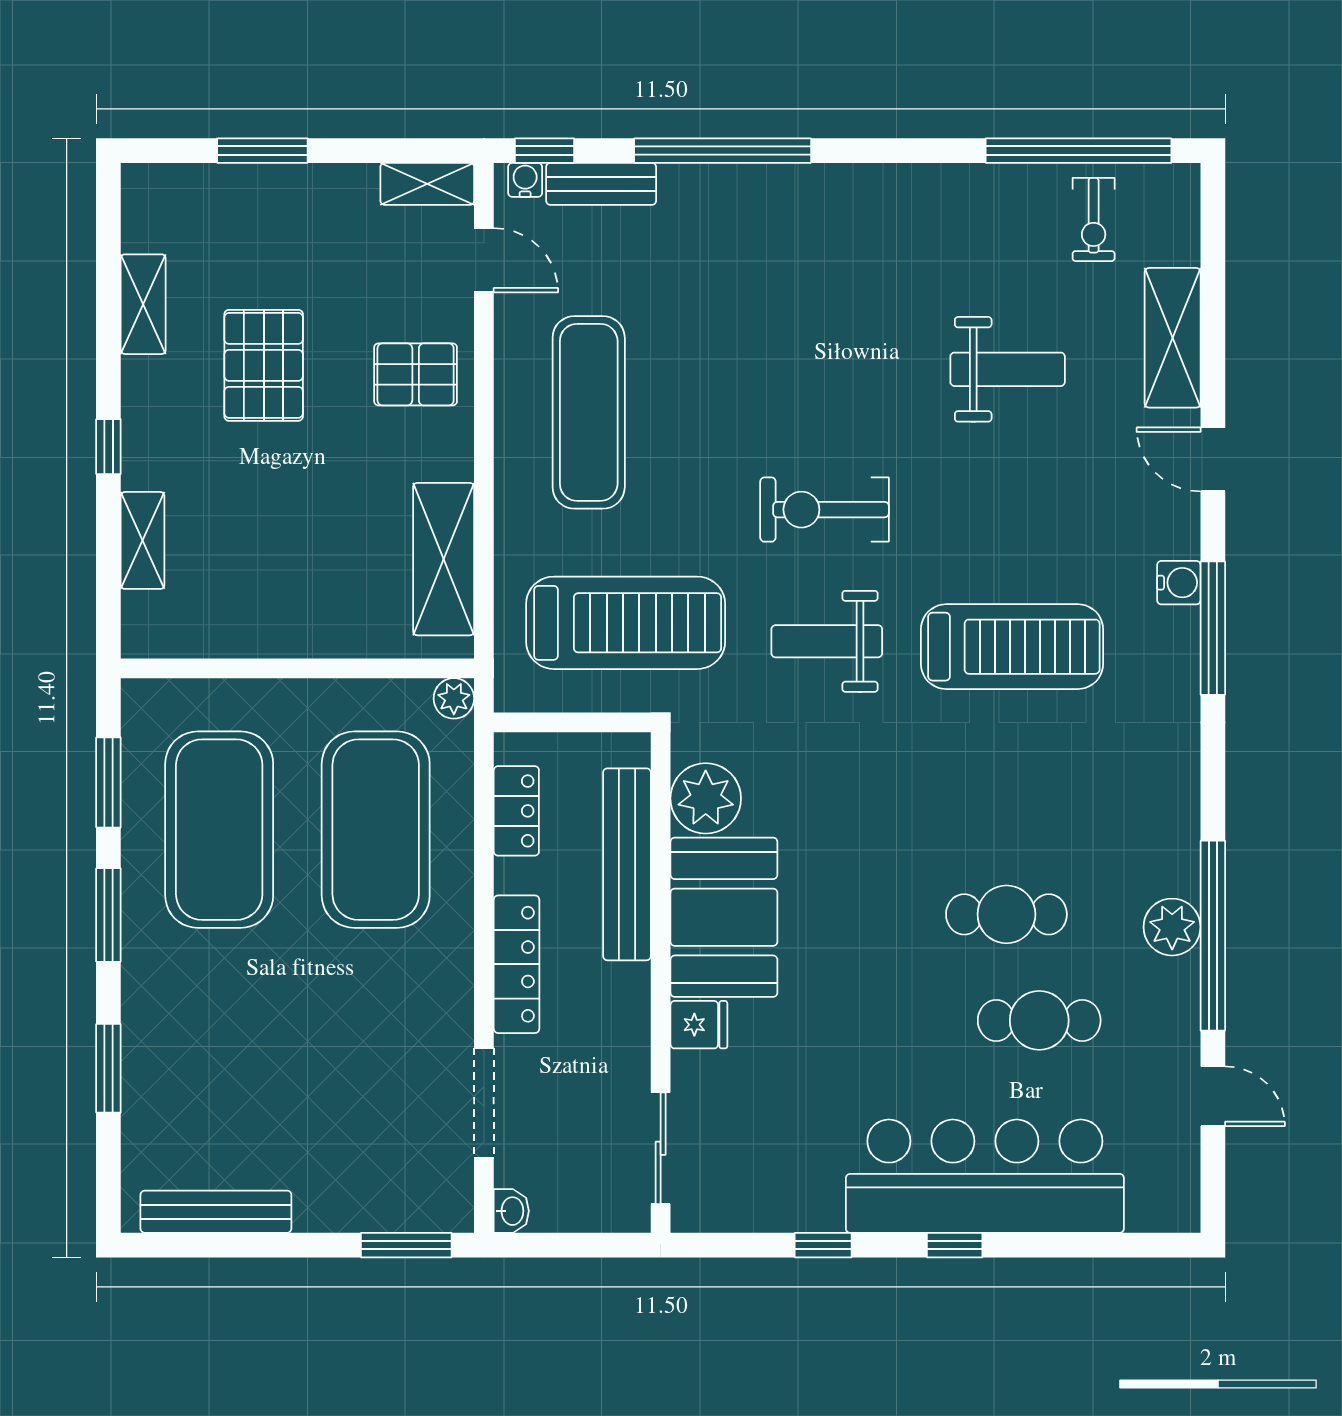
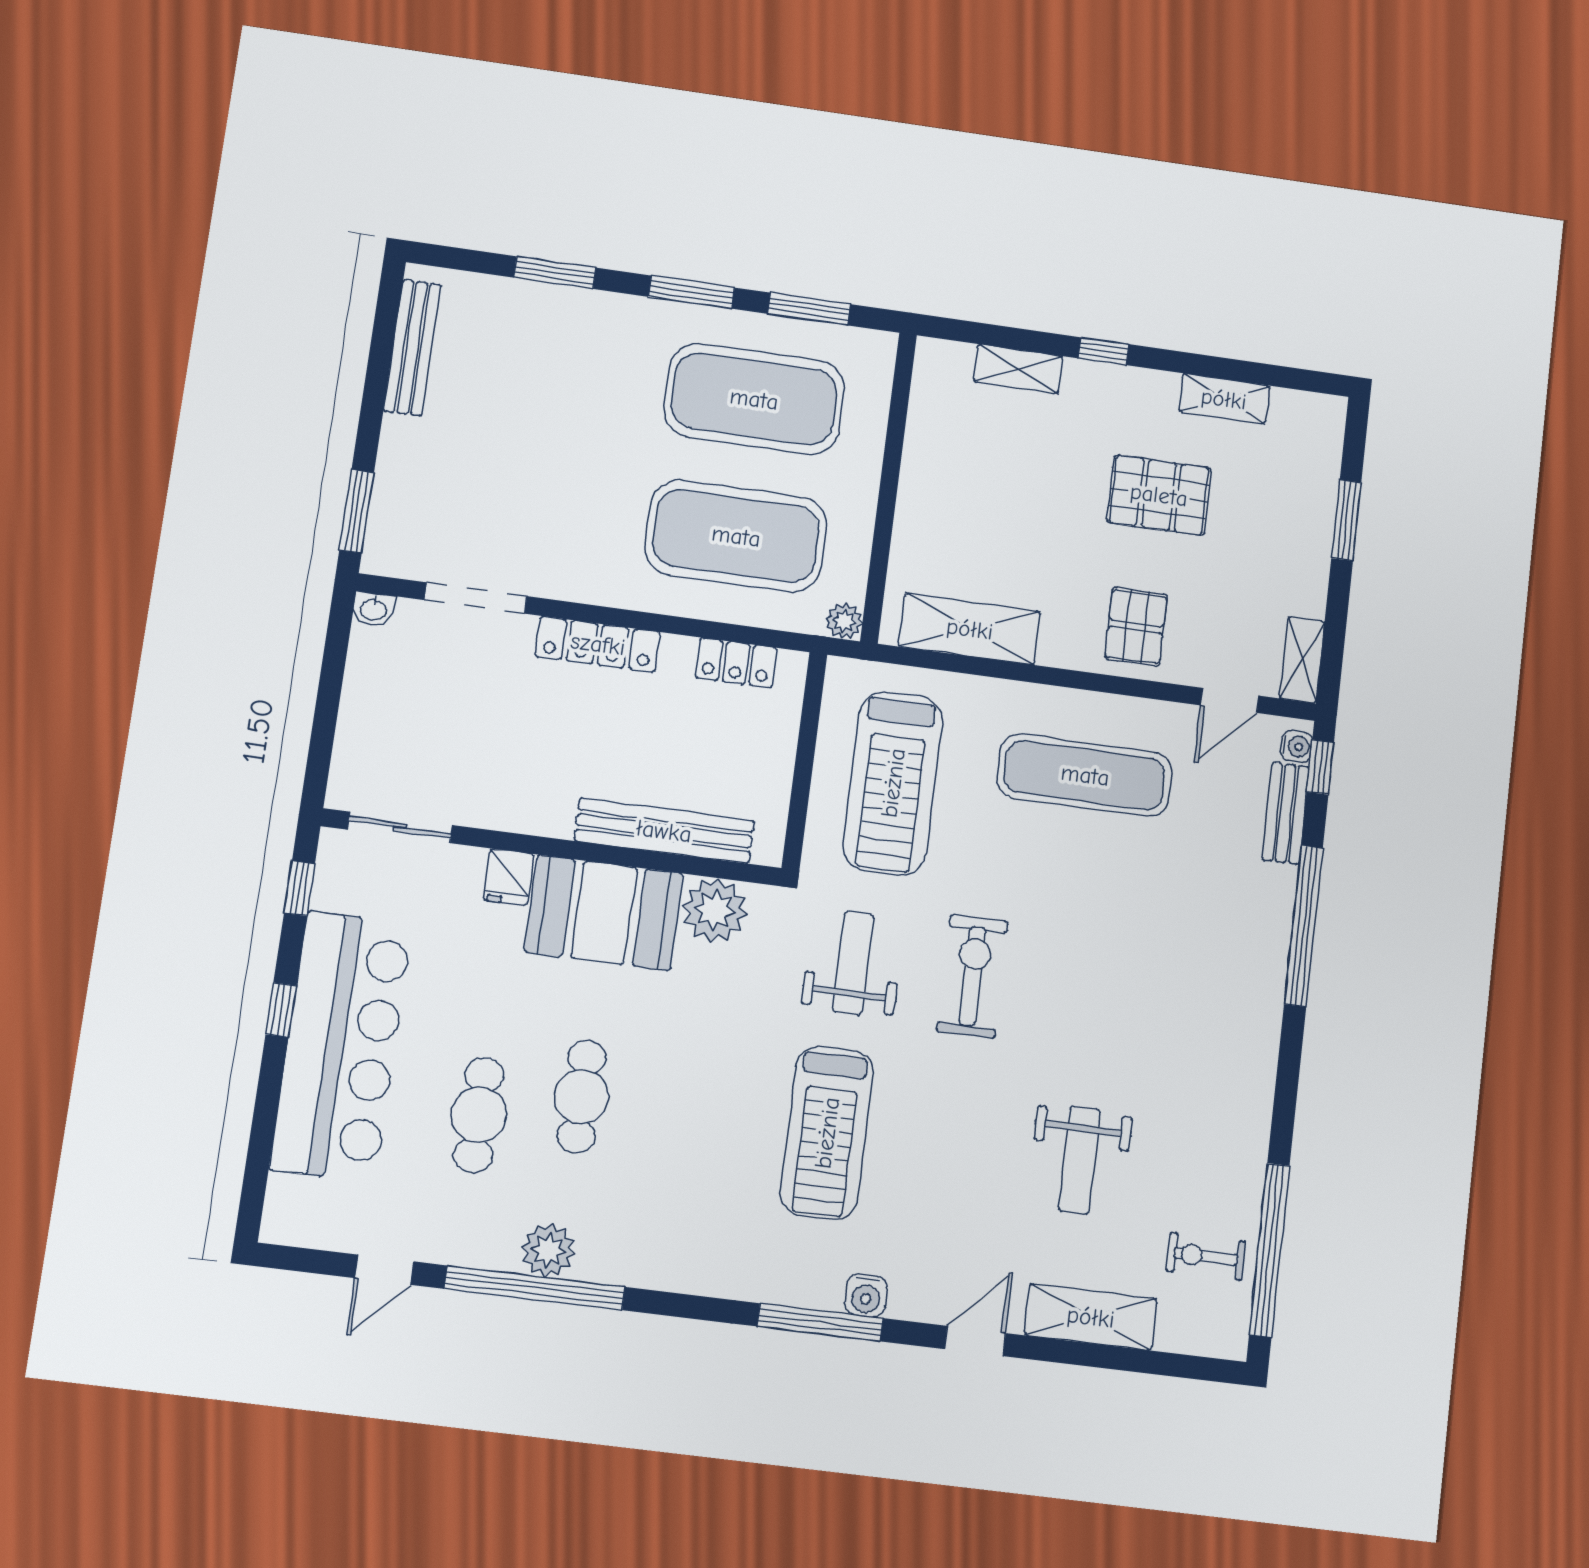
plant: (706, 798) -> (715, 910), moved
bench: (627, 864) -> (664, 831), moved
booth: (724, 917) -> (604, 913), moved
wall: (661, 982) -> (552, 847), moved
fridge: (699, 1025) -> (509, 877), moved
sliding door: (661, 1148) -> (400, 827), moved

